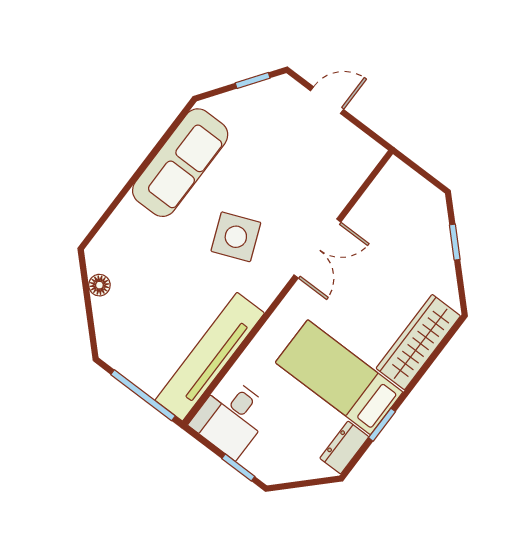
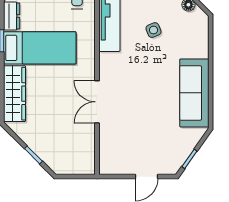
side table: (236, 237) -> (153, 30), moved, width x0.54, depth x0.54

